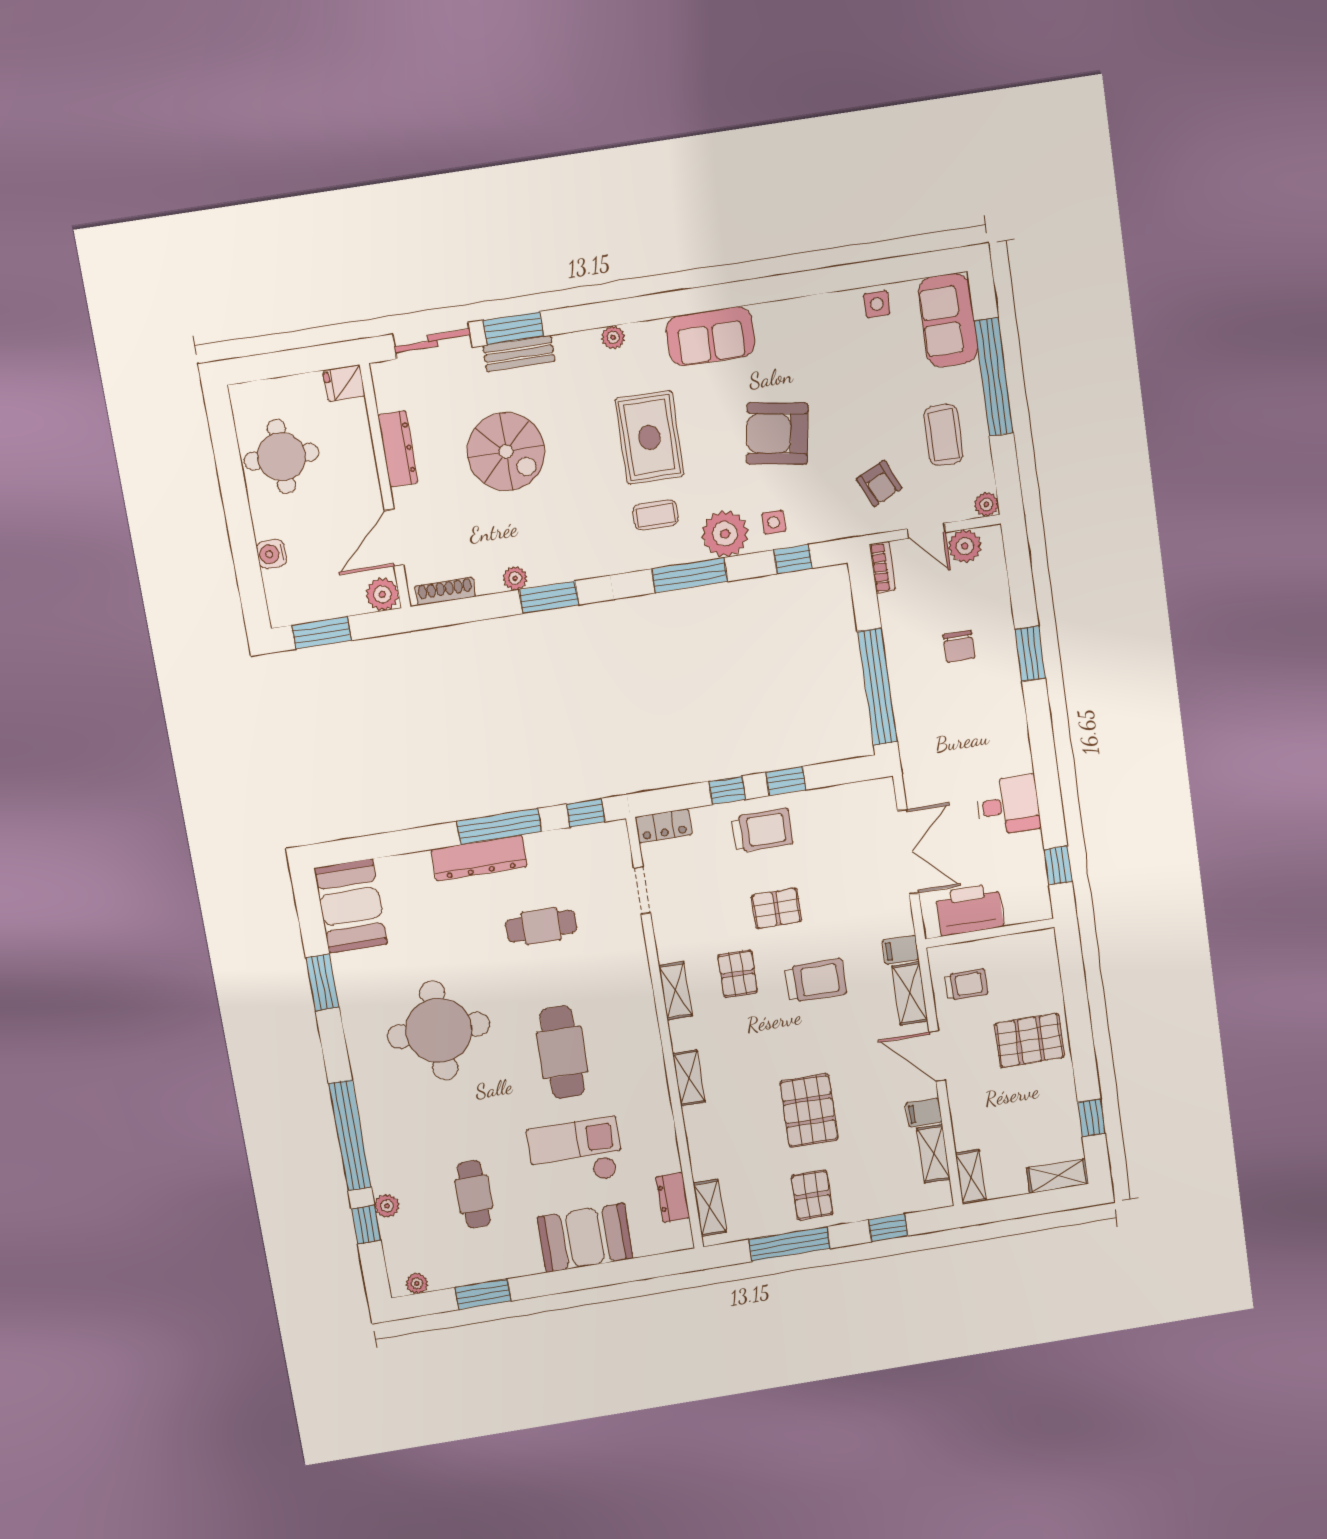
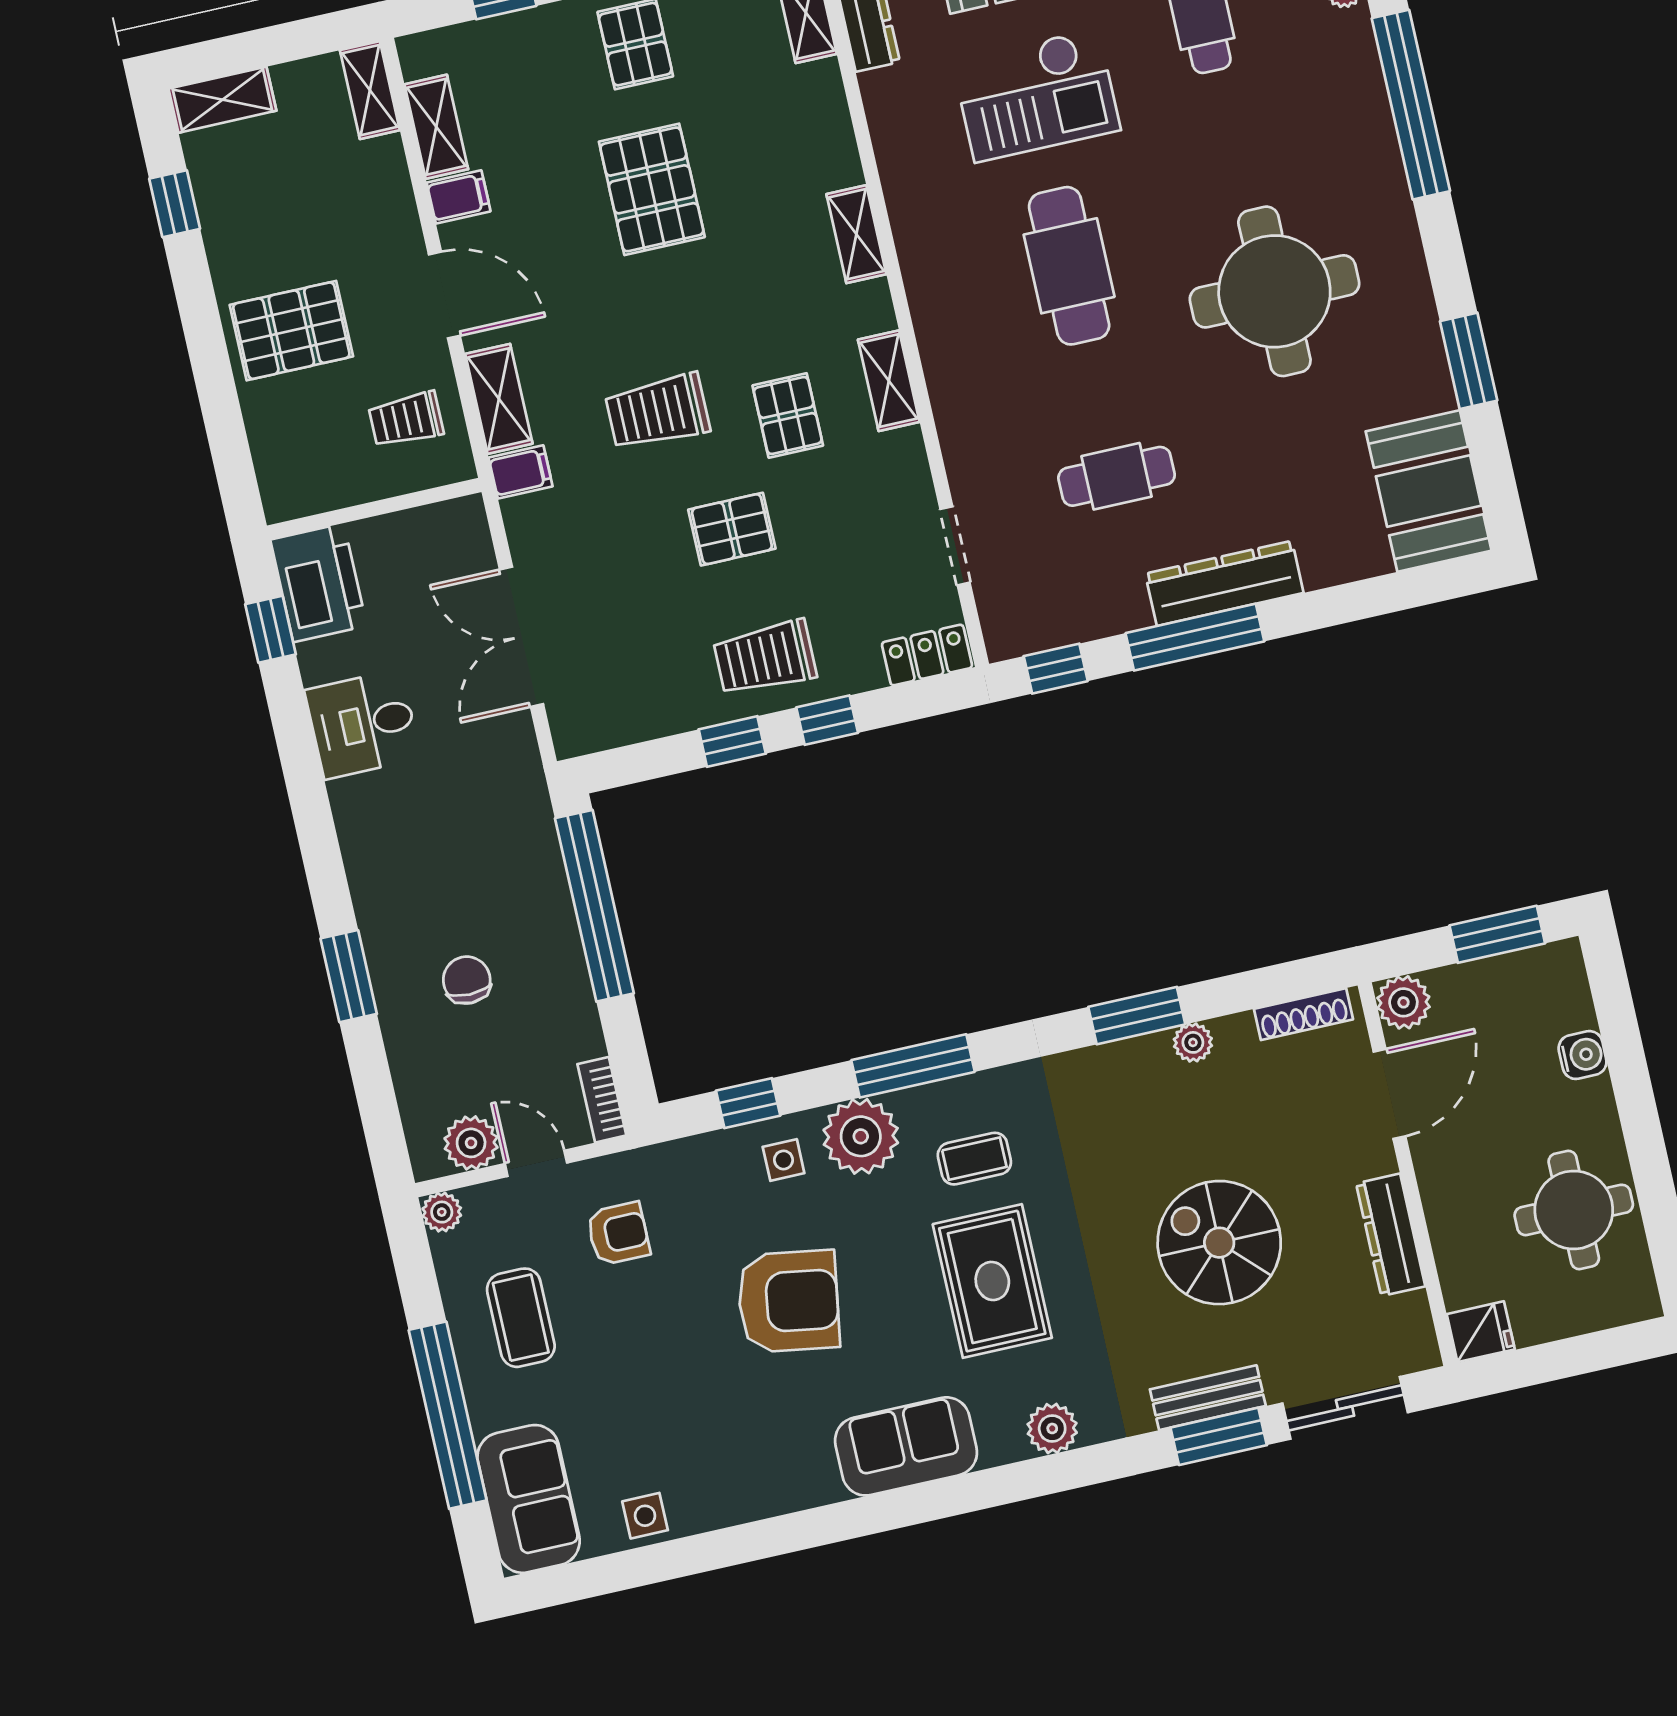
plant: (613, 337) -> (1052, 1428), width x1.38, depth x1.38
armchair: (879, 483) -> (618, 1234), turned 115
printer: (969, 909) -> (319, 583), moved, turned -90

